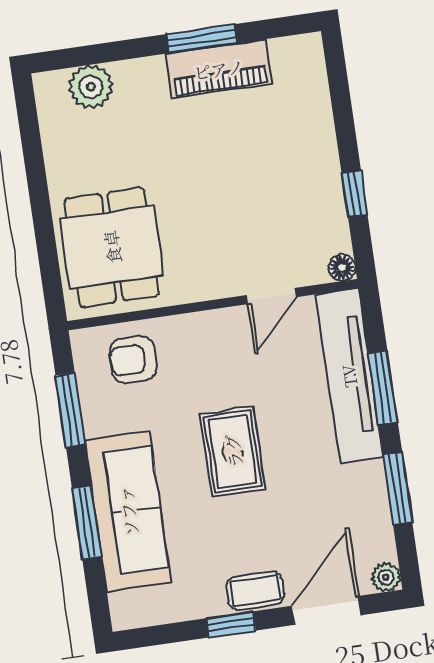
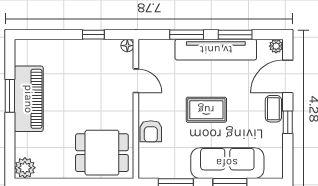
piano: (219, 69) -> (29, 99), width x1.37, depth x1.33
plant: (91, 87) -> (25, 168), moved
armchair: (133, 360) -> (151, 131), moved
tv unit: (349, 376) -> (216, 50), moved
door: (326, 610) -> (288, 76), hinge flipped

